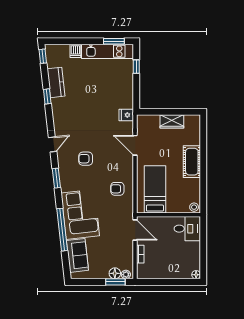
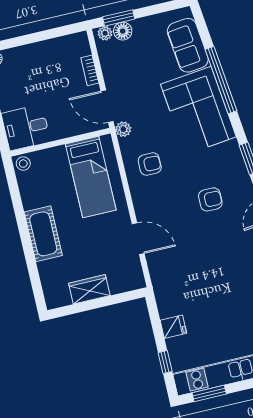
fridge: (126, 115) -> (173, 327), moved
plant: (128, 214) -> (123, 129), added

